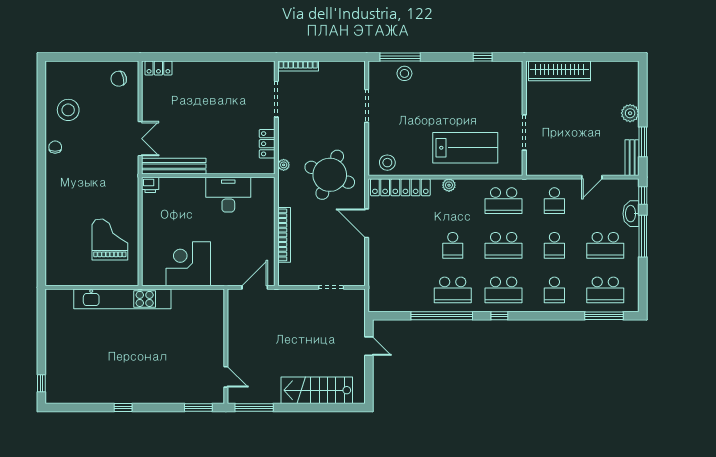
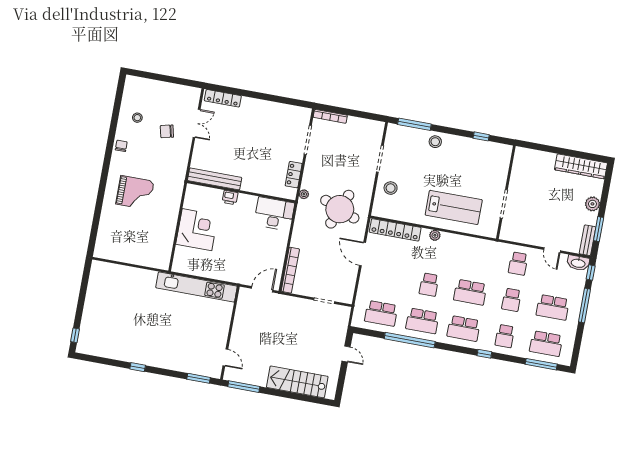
locker: (158, 68) -> (223, 98), width x1.53
wardrobe: (559, 71) -> (581, 166), moved
stool: (404, 73) -> (435, 142), moved
chair: (119, 79) -> (167, 131), moved
stool: (68, 110) -> (137, 118), width x0.53, depth x0.53
double door: (140, 139) -> (197, 123), moved
stool: (387, 163) -> (391, 188), moved
door: (592, 177) -> (552, 250), hinge flipped
printer: (150, 185) -> (230, 198), moved
desk: (228, 195) -> (274, 214), moved
school desk: (504, 201) -> (381, 313), moved
washbasin: (631, 214) -> (578, 263), moved, turned -90
bookcase: (284, 235) -> (290, 270), moved
grand piano: (110, 239) -> (135, 193), moved, turned 90
corner desk: (188, 264) -> (197, 230), moved, turned 90
kitchen unit: (122, 299) -> (196, 287), moved
window: (499, 316) -> (484, 354), moved

